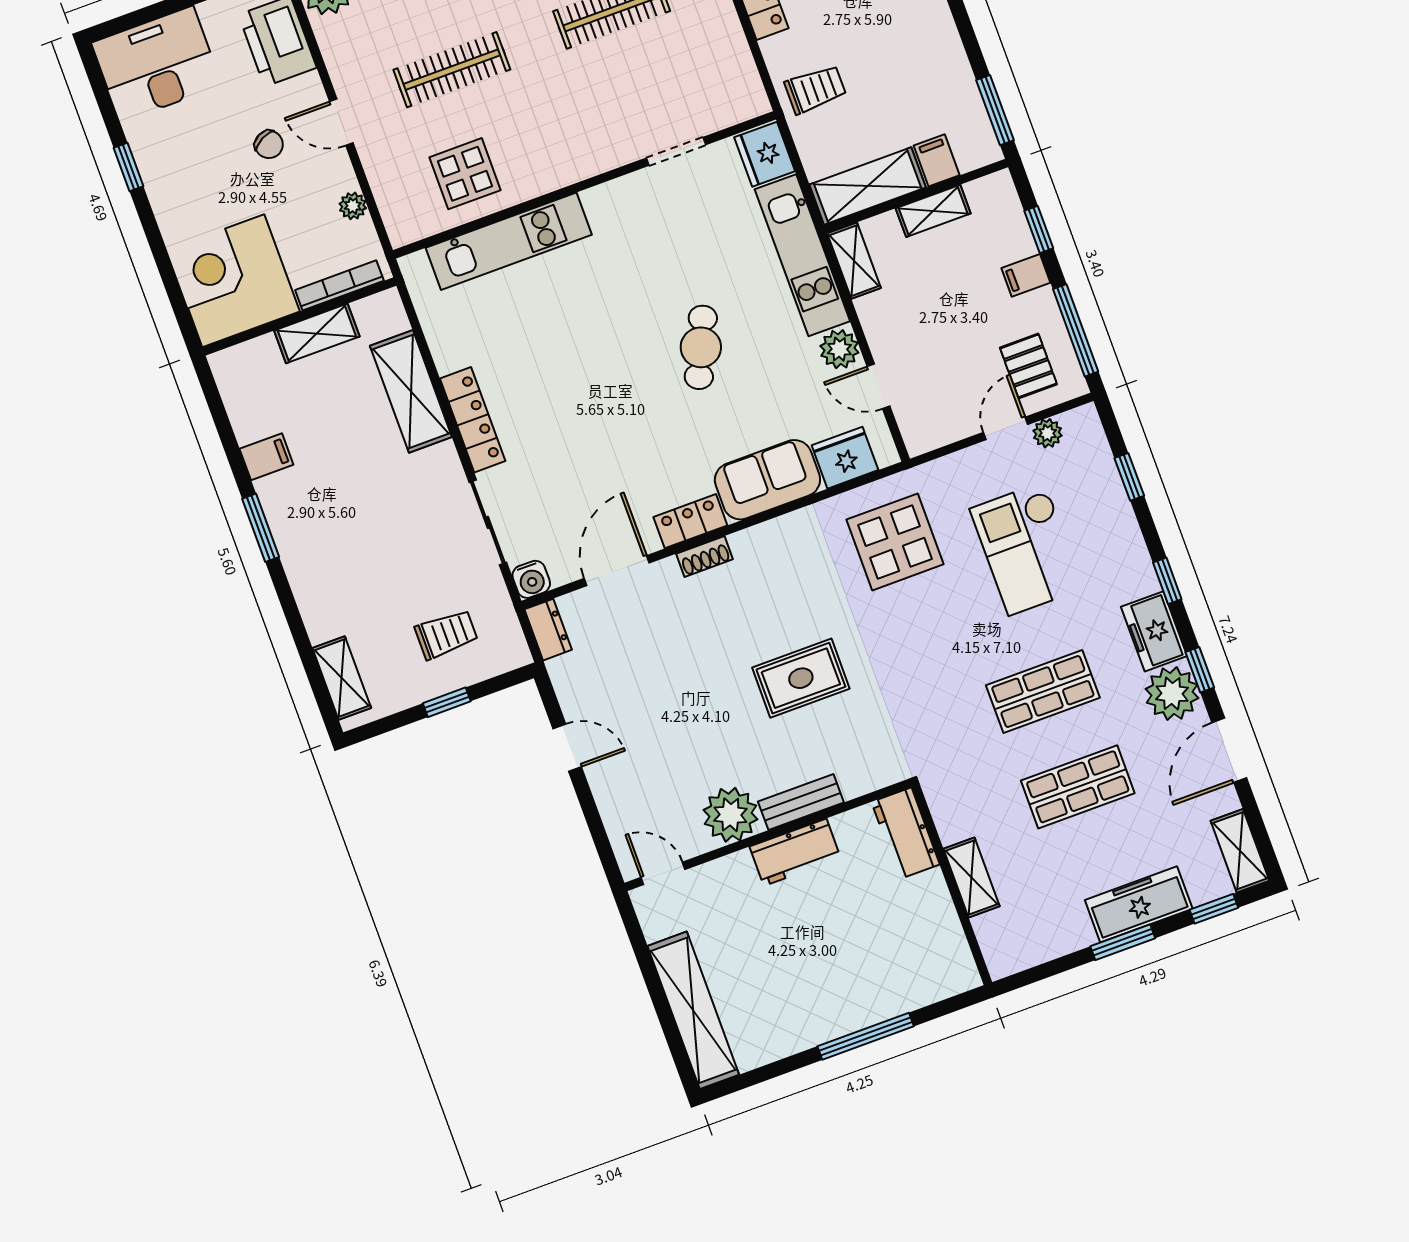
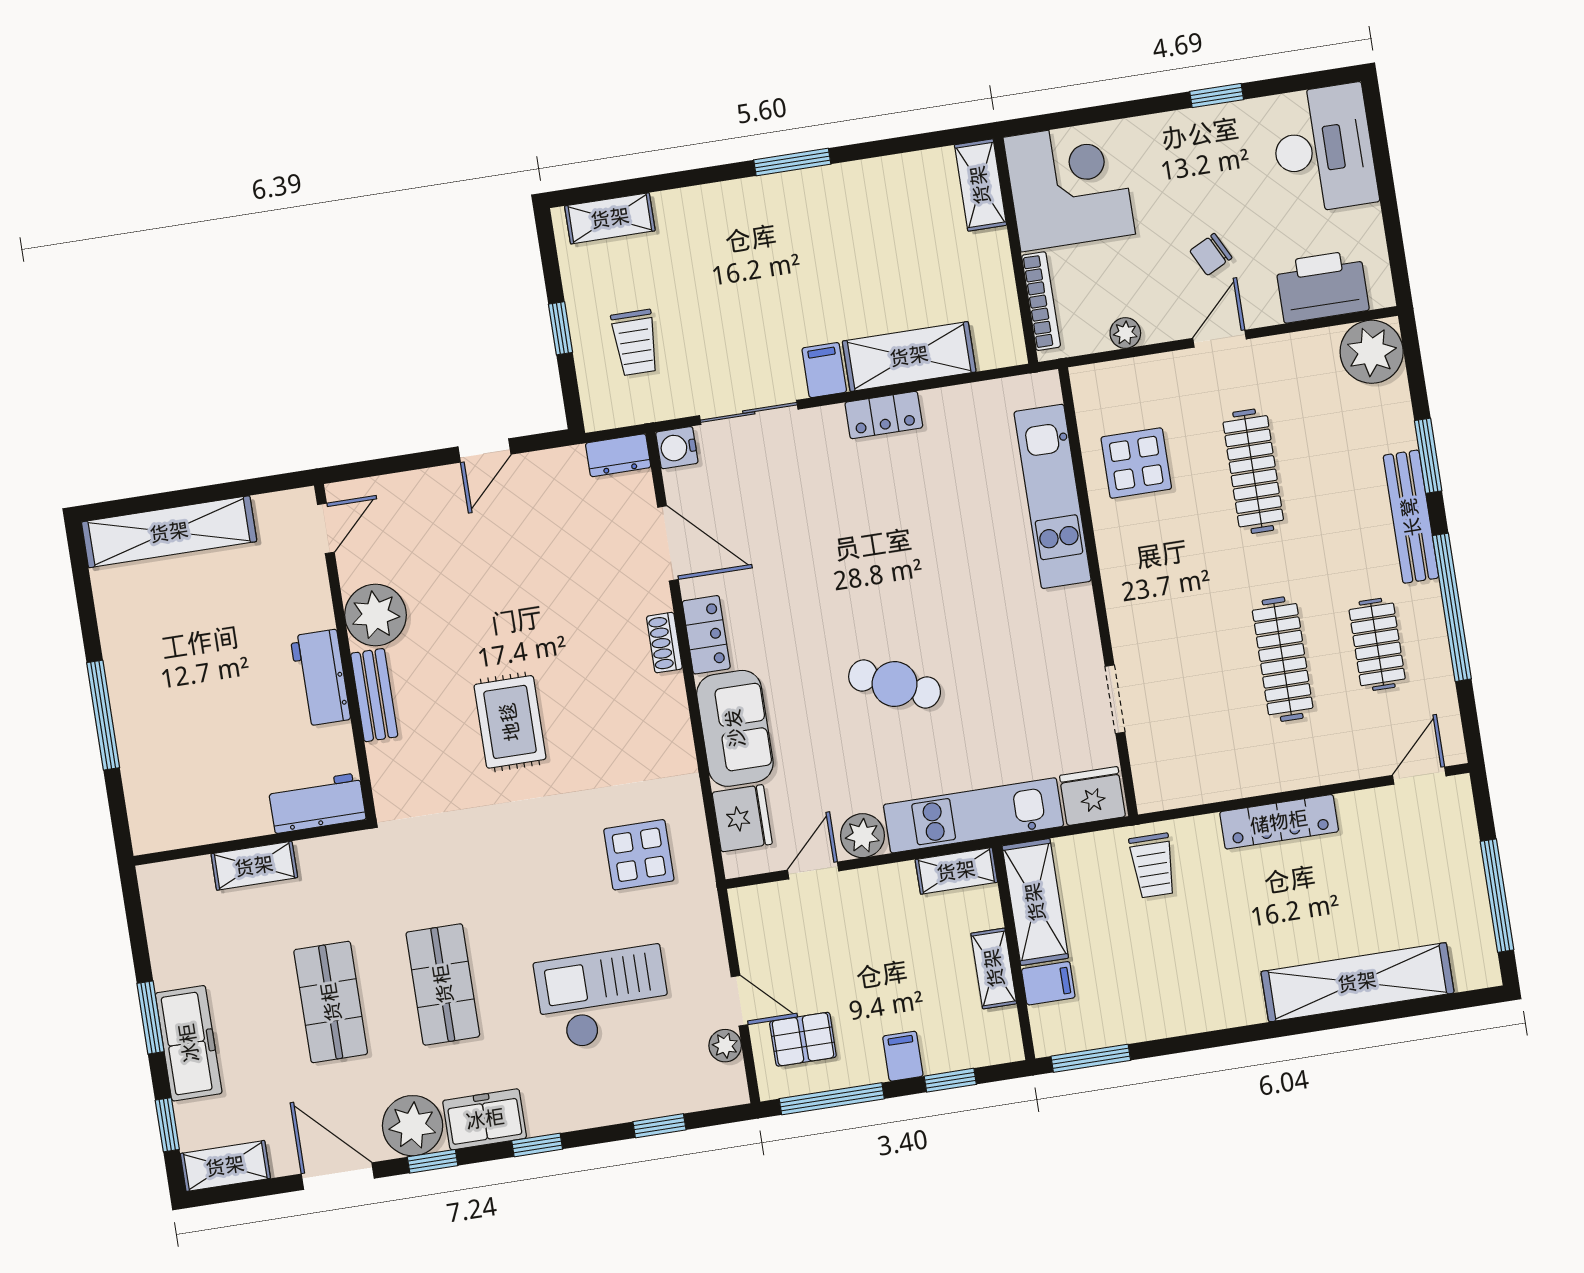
shelving: (317, 333) -> (980, 185), moved
locker: (473, 420) -> (884, 415), width x0.66
filing cabinet: (266, 457) -> (824, 370), moved, turned 180
display table: (895, 542) -> (639, 855), width x0.73, depth x0.73

